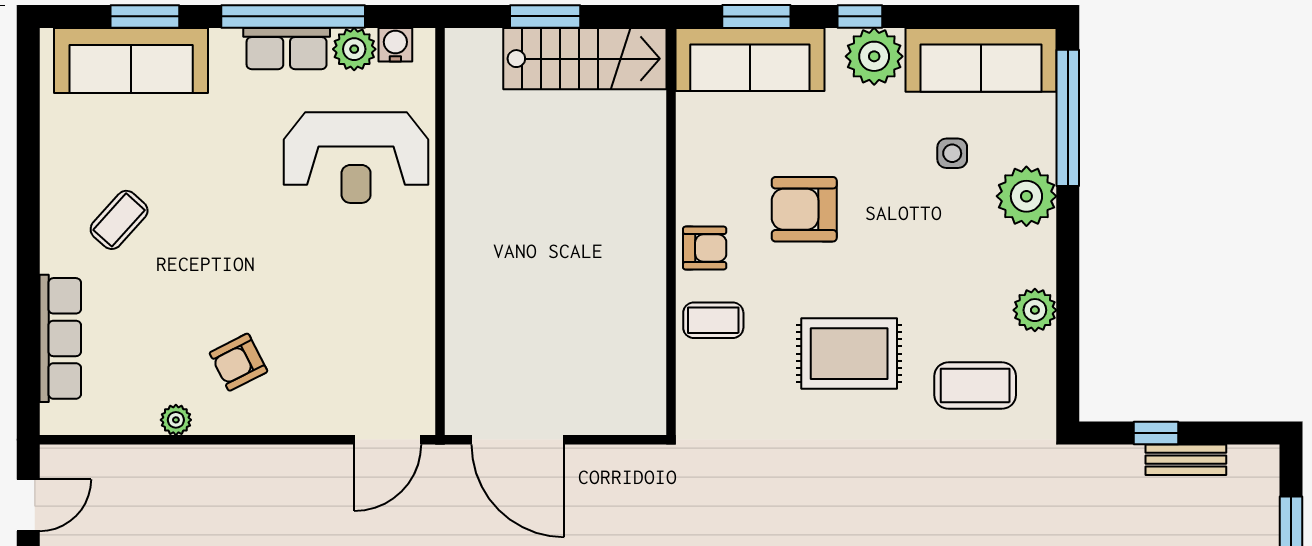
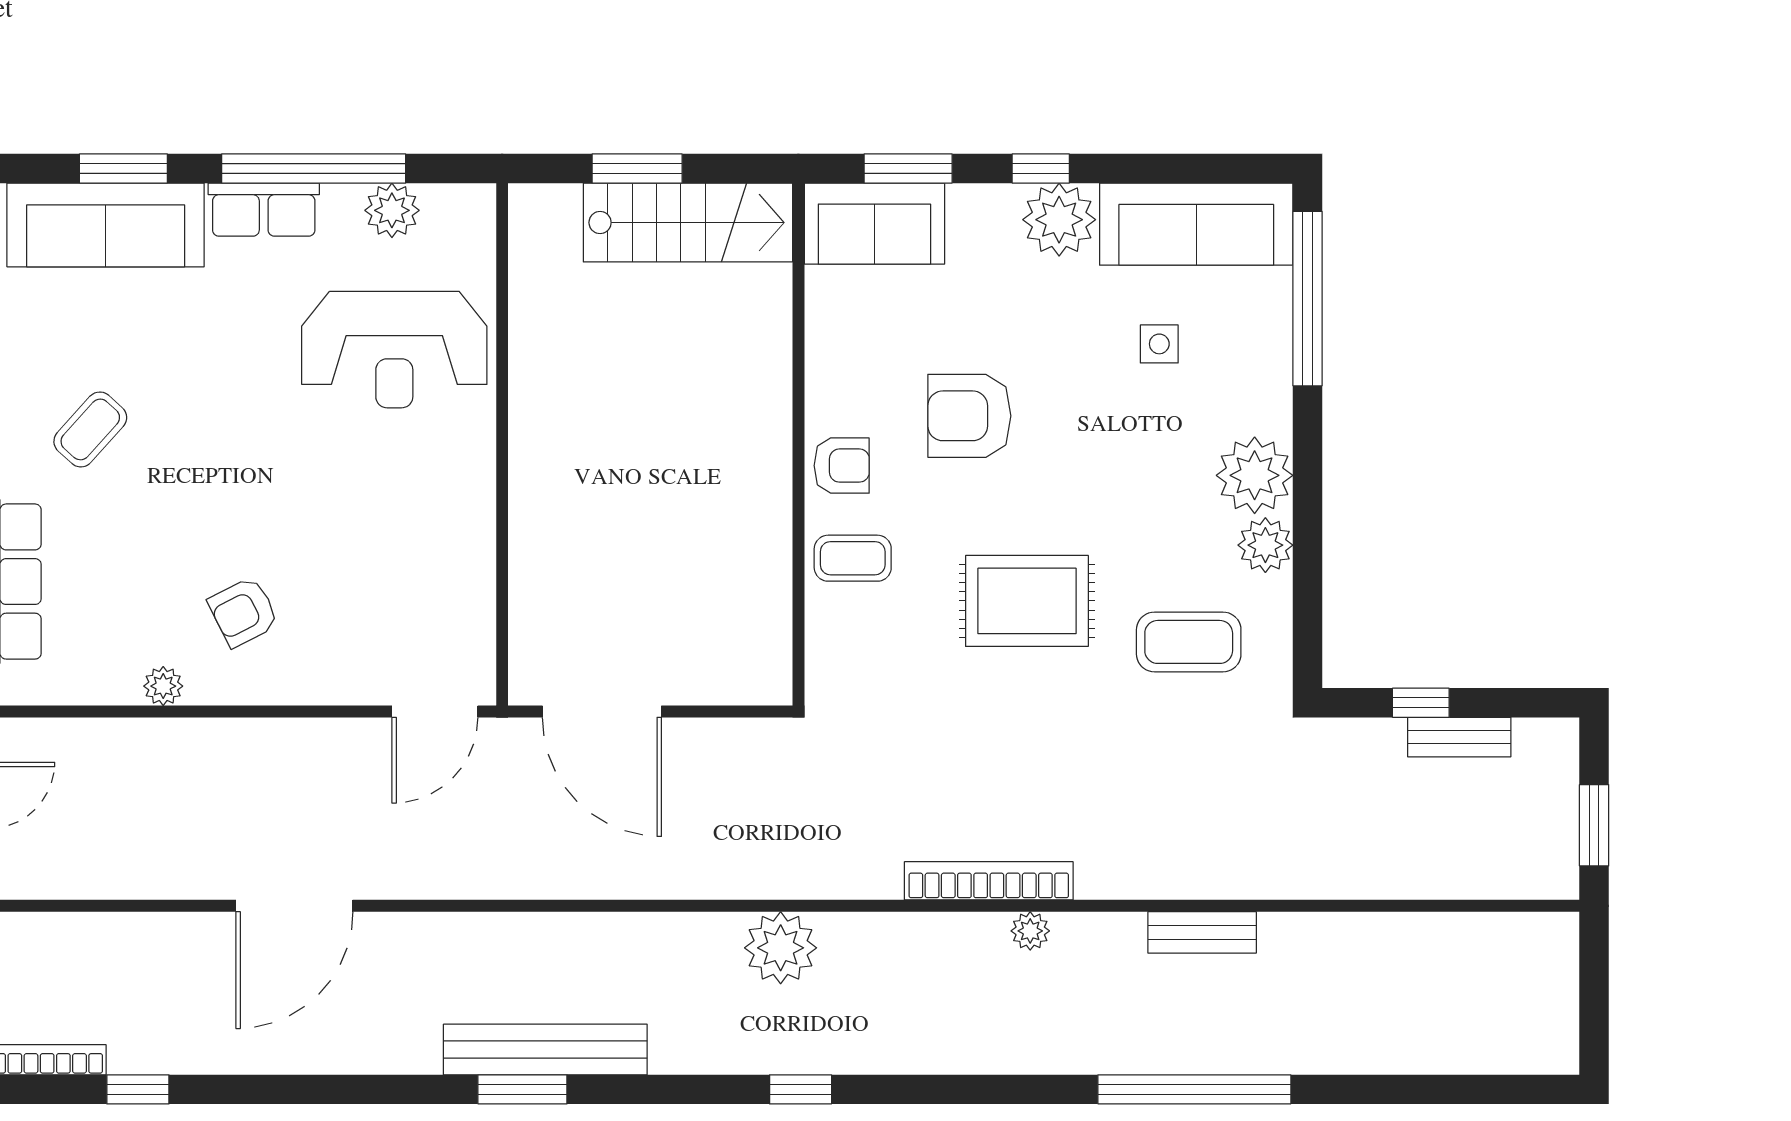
water cooler: (395, 45) -> (445, 205), removed
row of seats: (287, 49) -> (264, 210), moved
sofa: (750, 59) -> (874, 224), width x0.73
plant: (1026, 196) -> (1255, 475), moved

